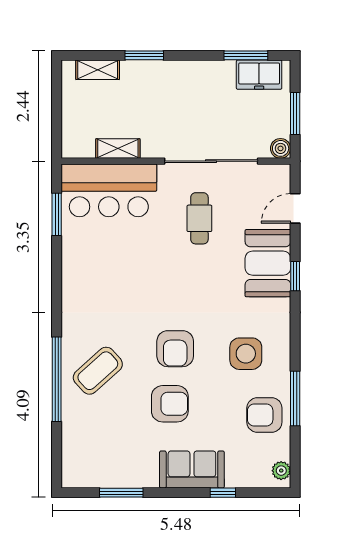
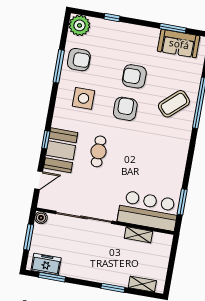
cafe table: (199, 218) -> (98, 151), moved
sofa: (192, 469) -> (179, 44), moved
plant: (281, 471) -> (79, 25), width x1.88, depth x1.88

